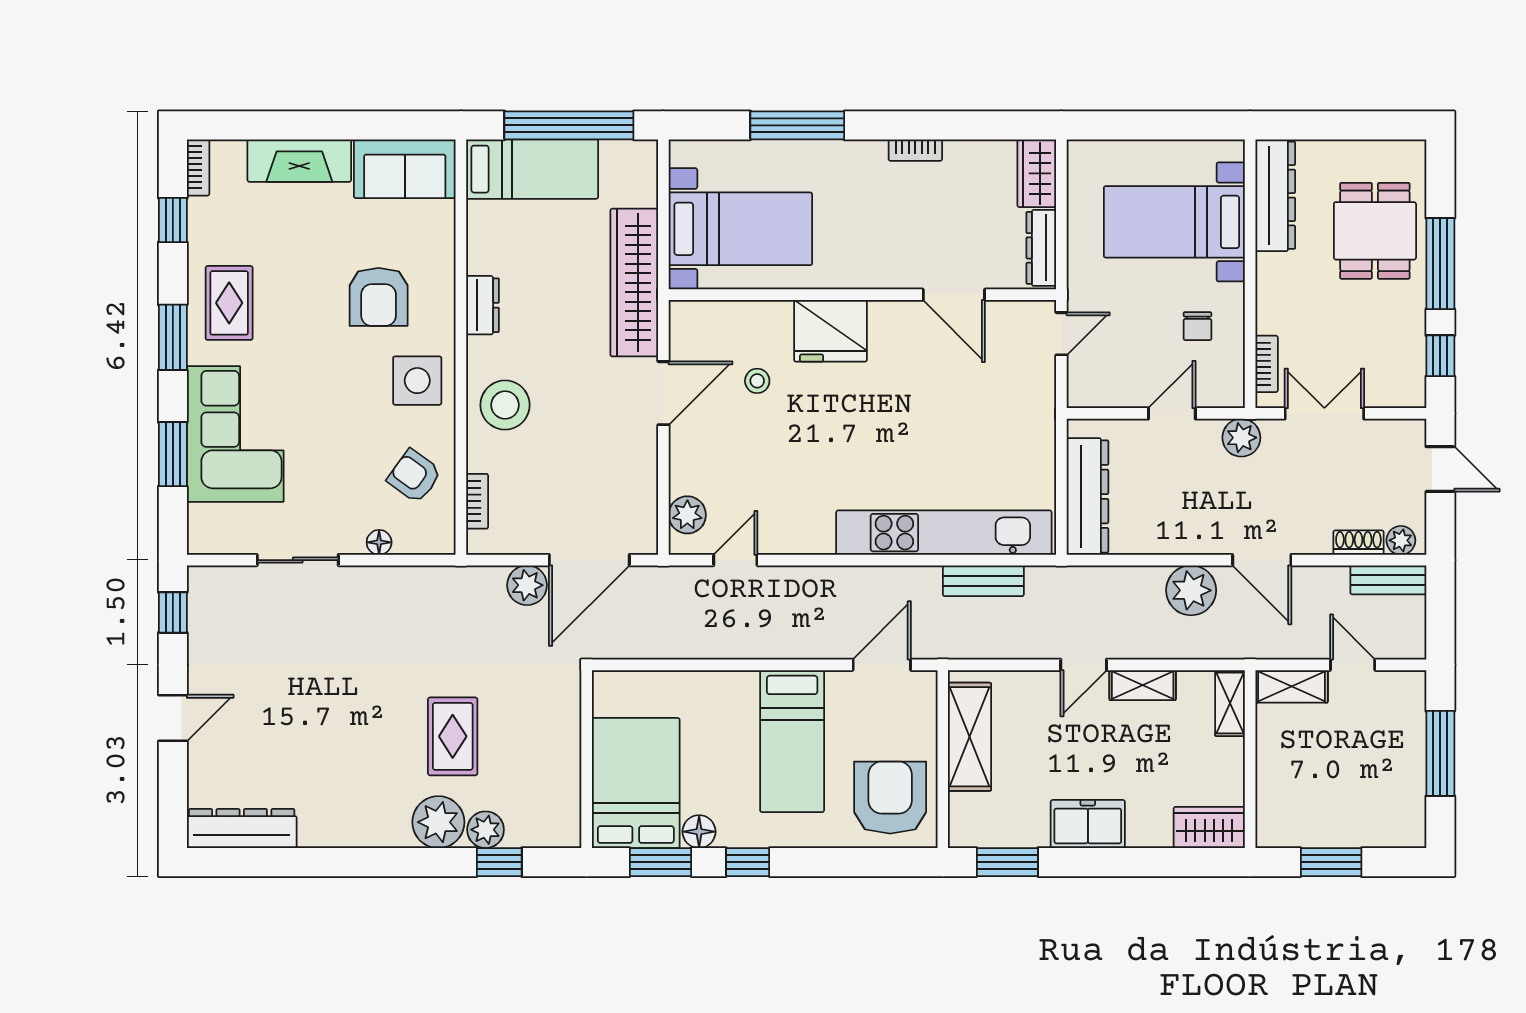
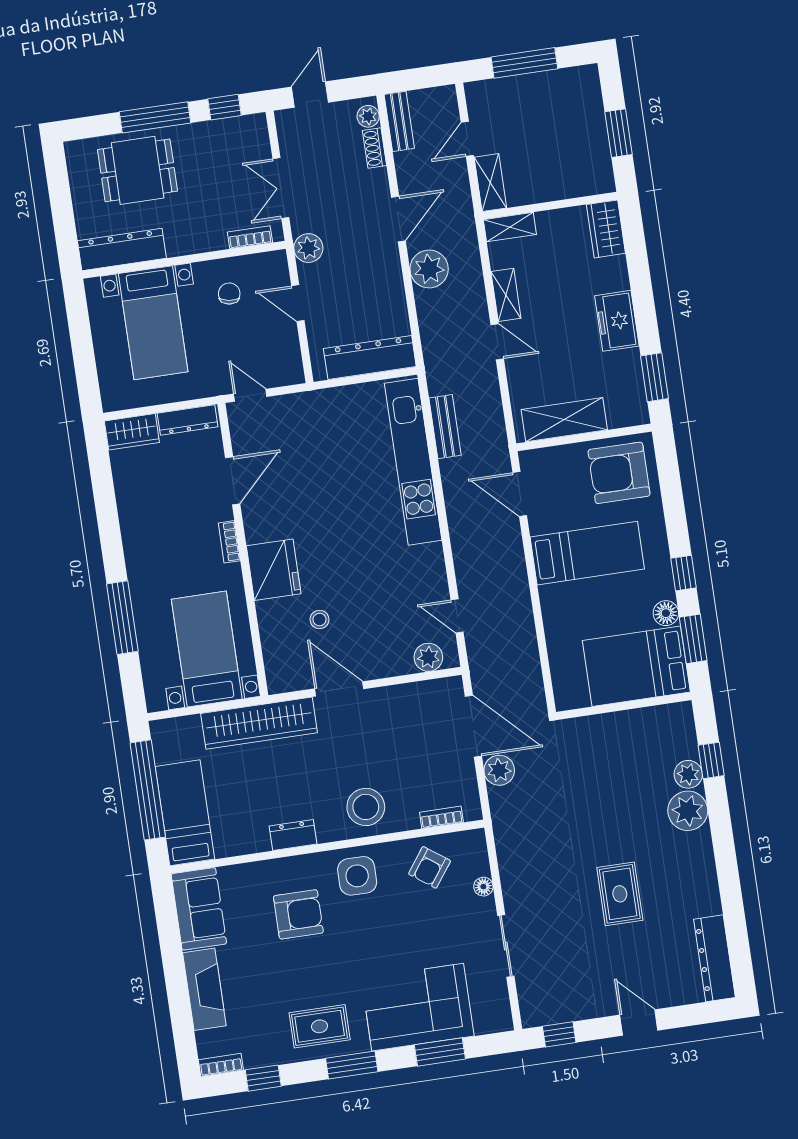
bookcase: (915, 150) -> (229, 542), moved, turned 180
chair: (1198, 326) -> (229, 294), turned -82
rug: (453, 736) -> (620, 894), moved, turned 90

